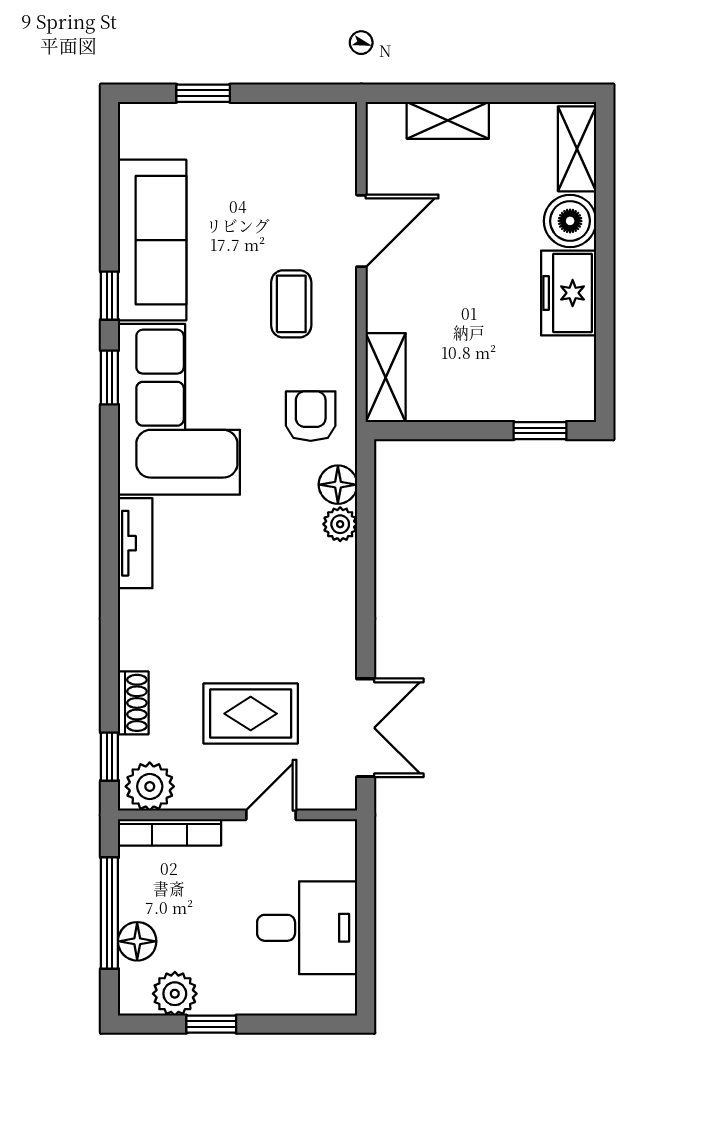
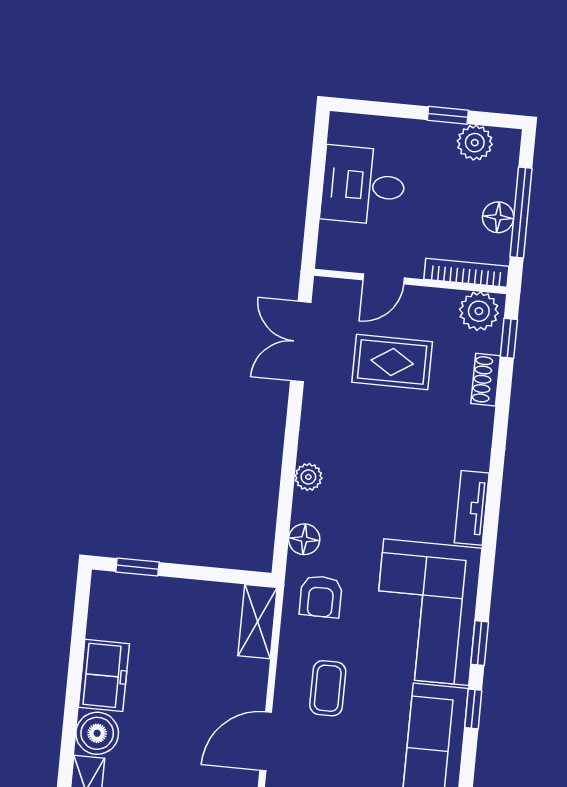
plant: (340, 524) -> (308, 477), moved
floor lamp: (137, 941) -> (498, 217), moved

